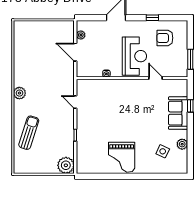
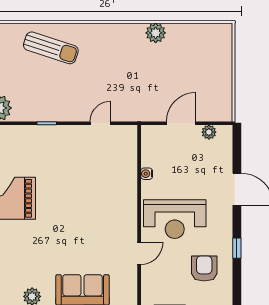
plant: (19, 93) -> (156, 33), moved
side table: (163, 151) -> (21, 265), removed

